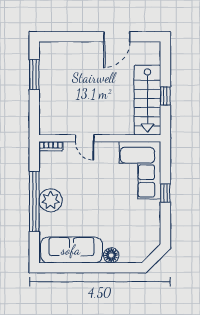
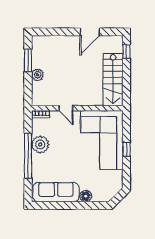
plant: (47, 94) -> (38, 75), added
window: (165, 96) -> (126, 51), moved
corner sofa: (140, 170) -> (102, 140), width x1.36, depth x1.36
plant: (51, 200) -> (40, 144), moved

